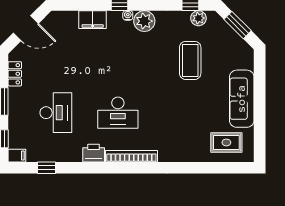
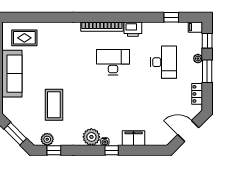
desk: (56, 113) -> (164, 62), turned 180
plant: (14, 117) -> (198, 59), added

